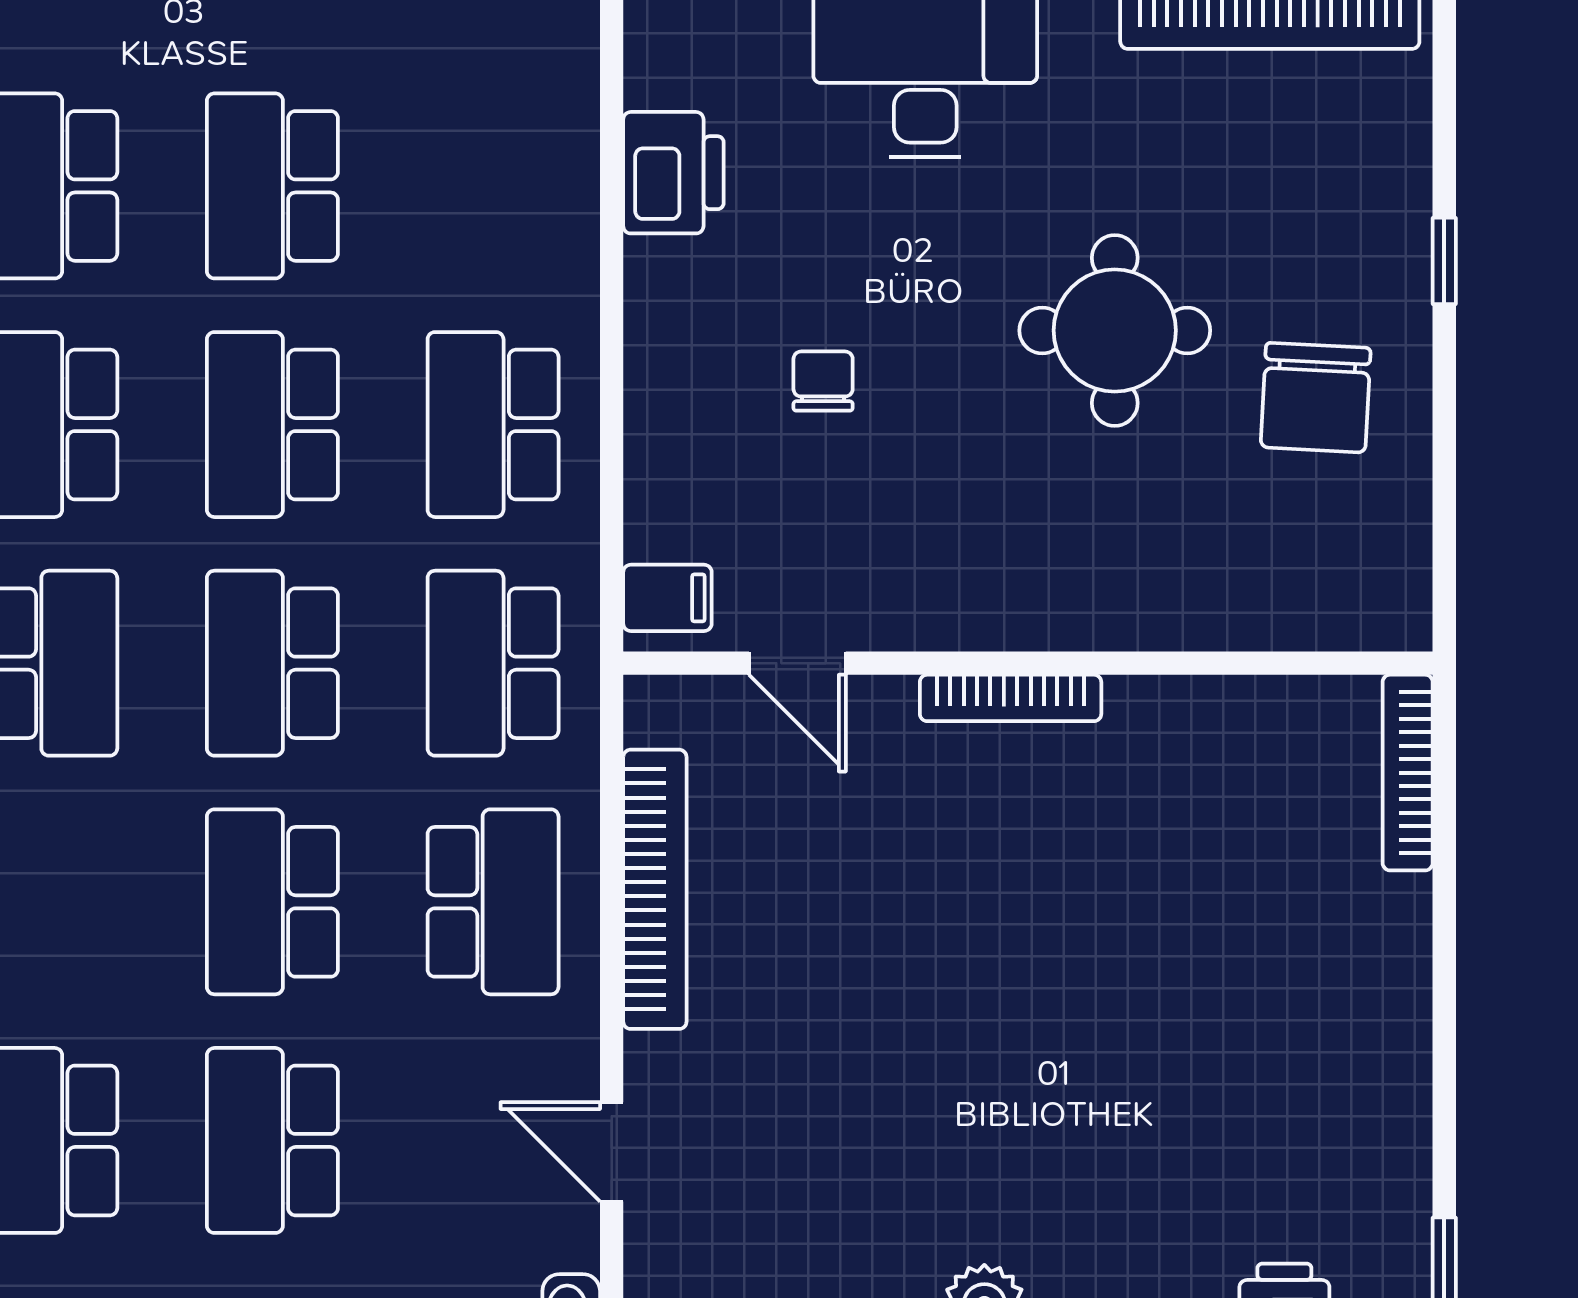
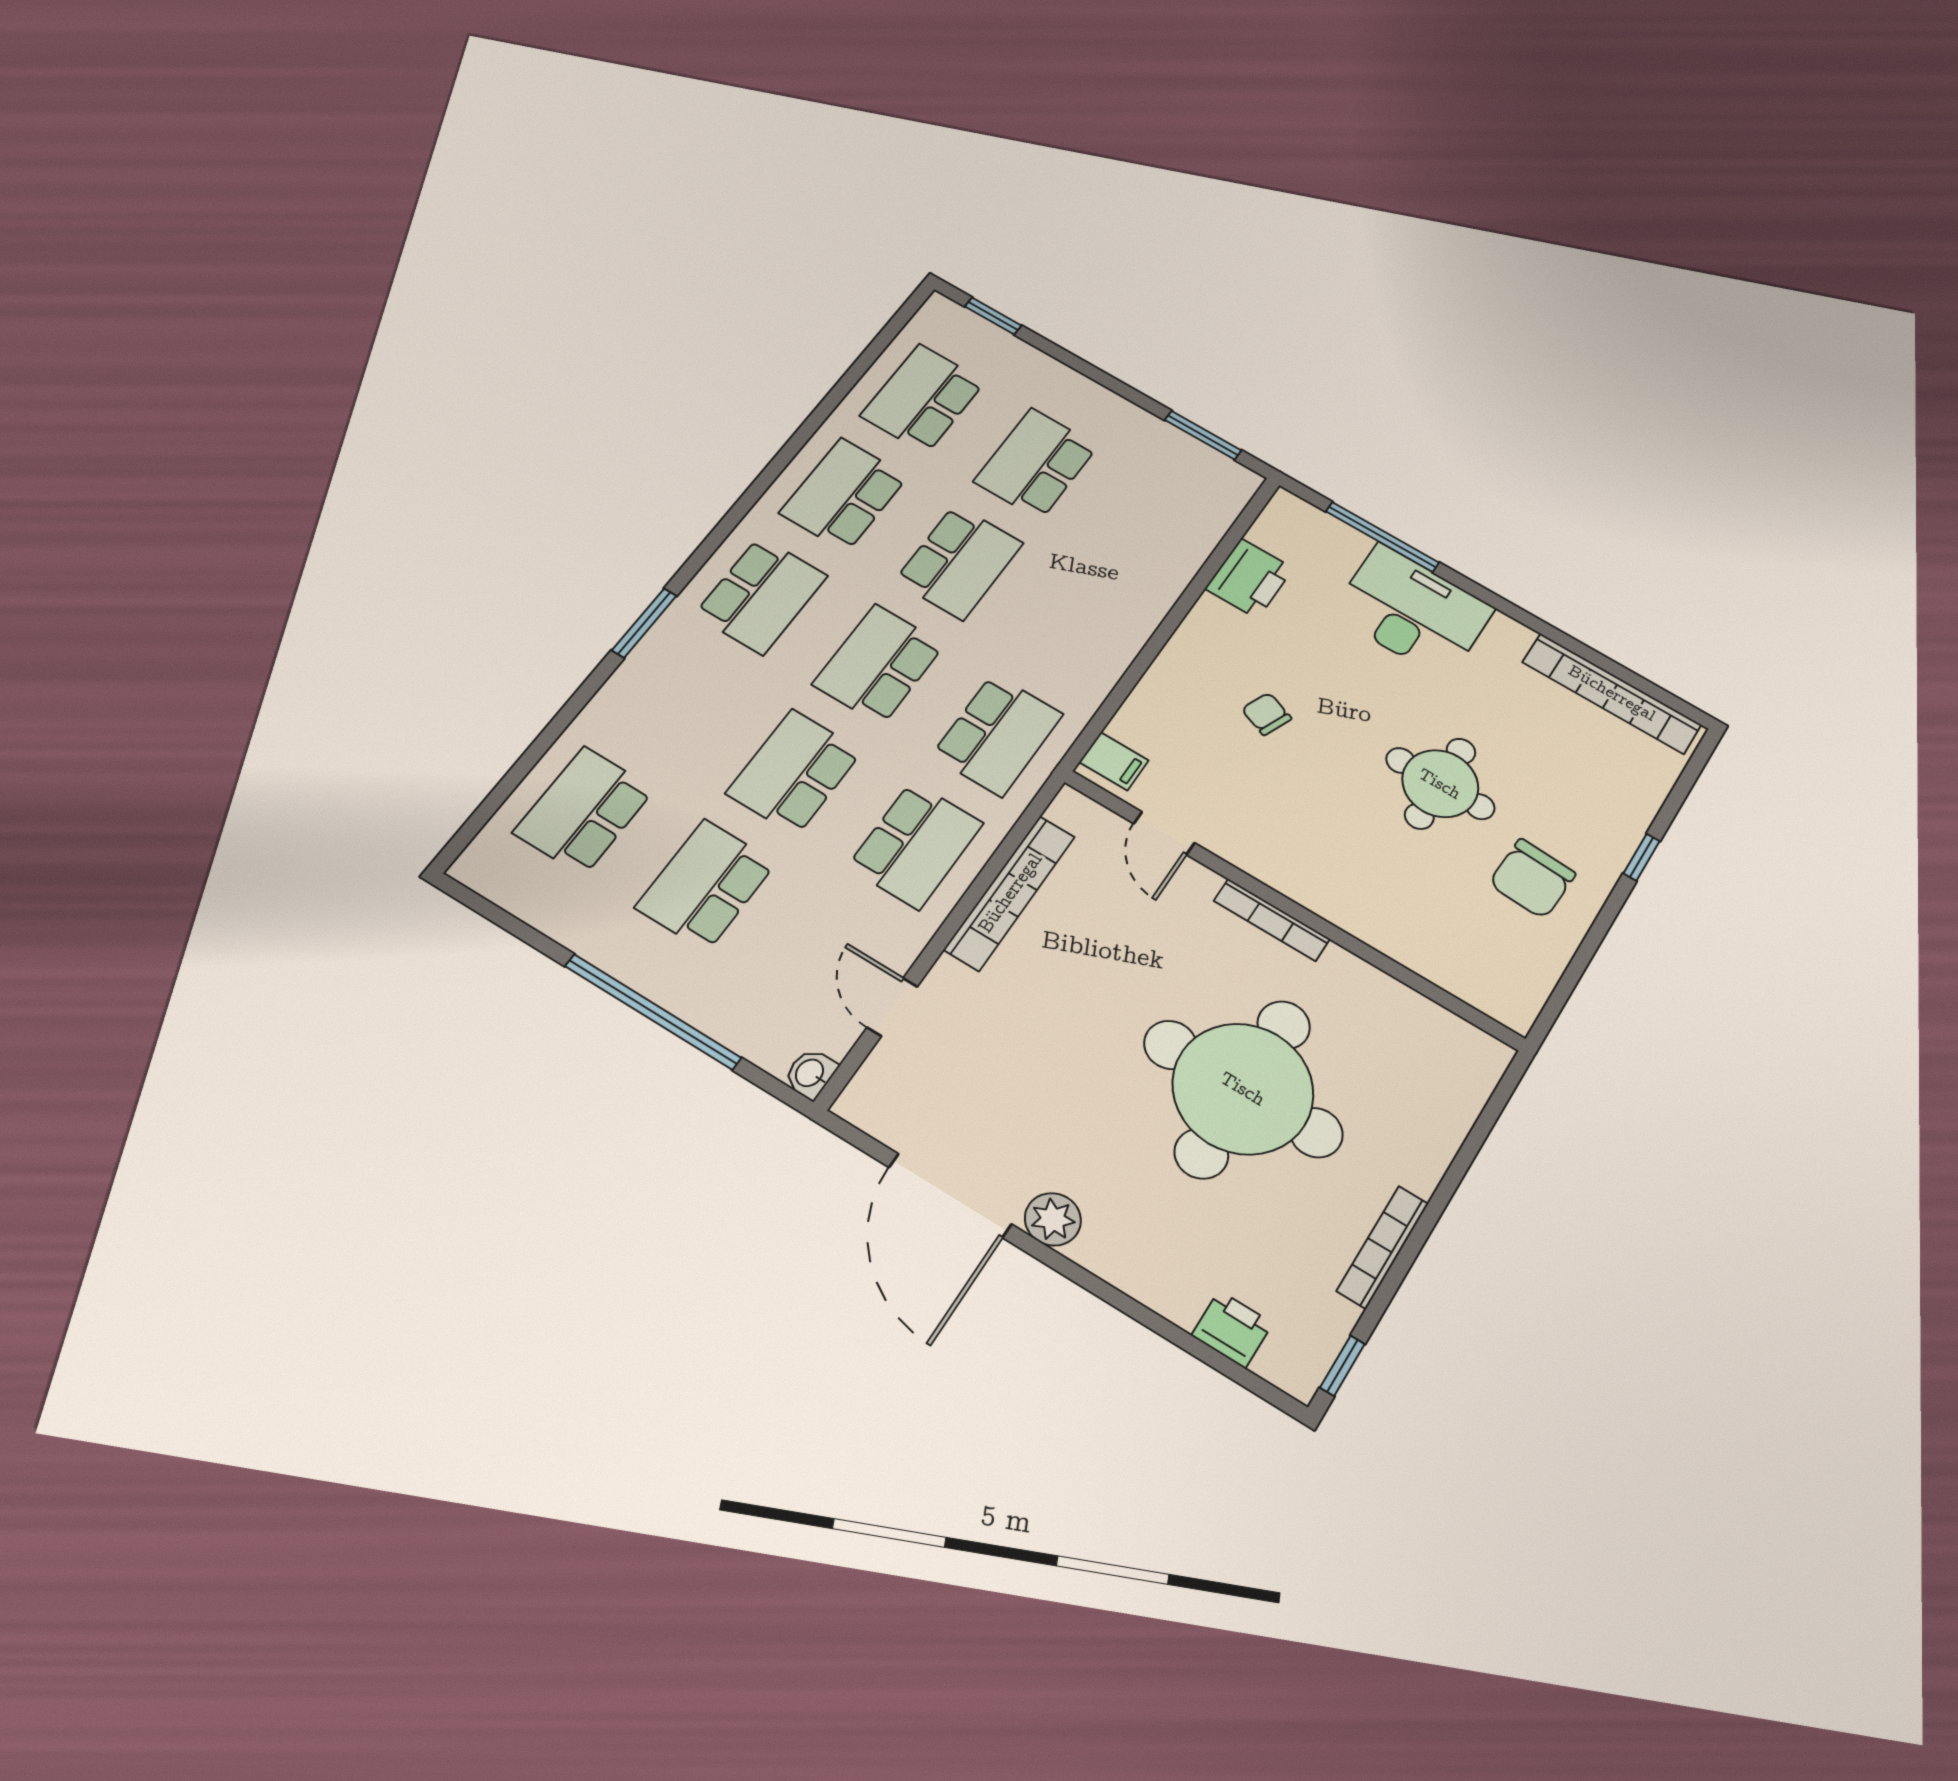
chair: (823, 381) -> (1266, 714), turned -68
school desk: (272, 425) -> (959, 562), turned 180
school desk: (493, 425) -> (1076, 630), removed
school desk: (493, 663) -> (998, 735), turned 180
bookcase: (1408, 773) -> (1383, 1247), moved
round table: (1113, 969) -> (1243, 1089), added

